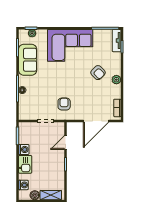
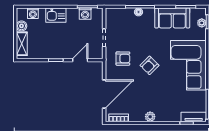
armchair: (98, 73) -> (150, 65), moved
door: (96, 121) -> (104, 94), swing flipped
door: (65, 142) -> (80, 60), hinge flipped
washing machine: (24, 149) -> (85, 14), moved

